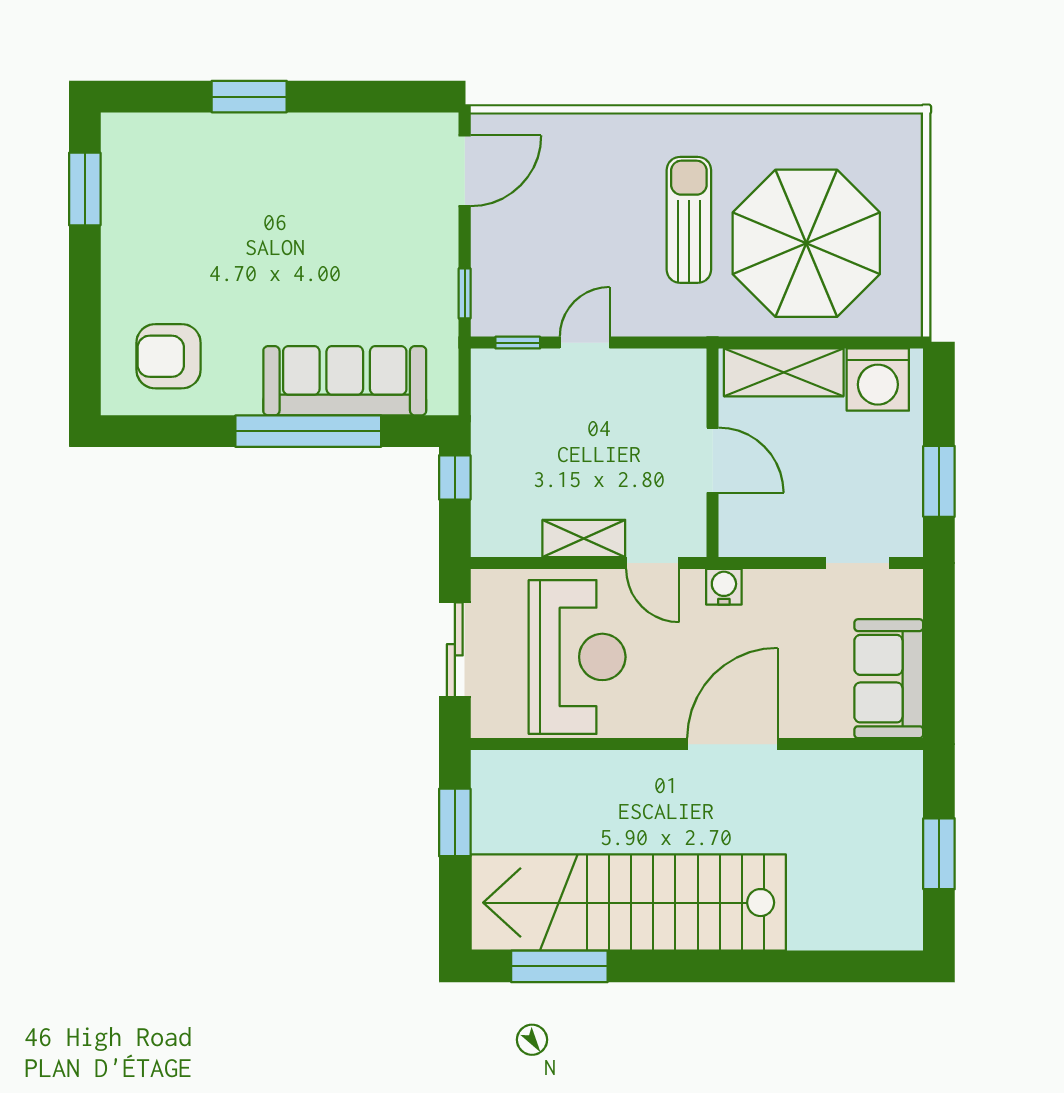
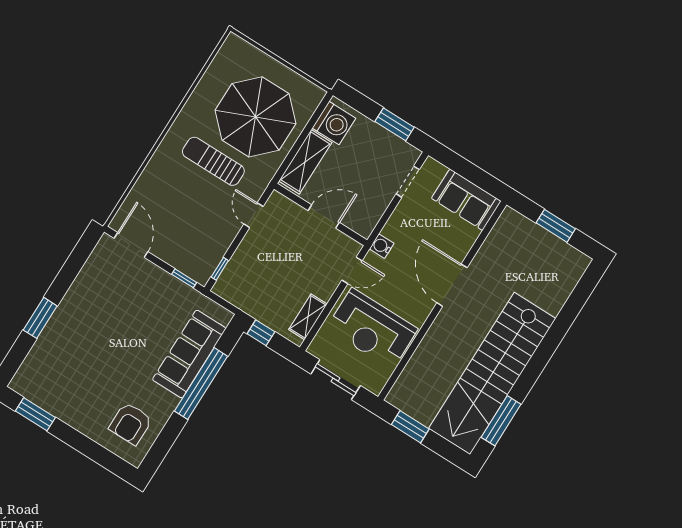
door: (585, 343) -> (253, 215), moved
shelving: (584, 538) -> (308, 317), moved
reception desk: (577, 657) -> (372, 329), turned 180

